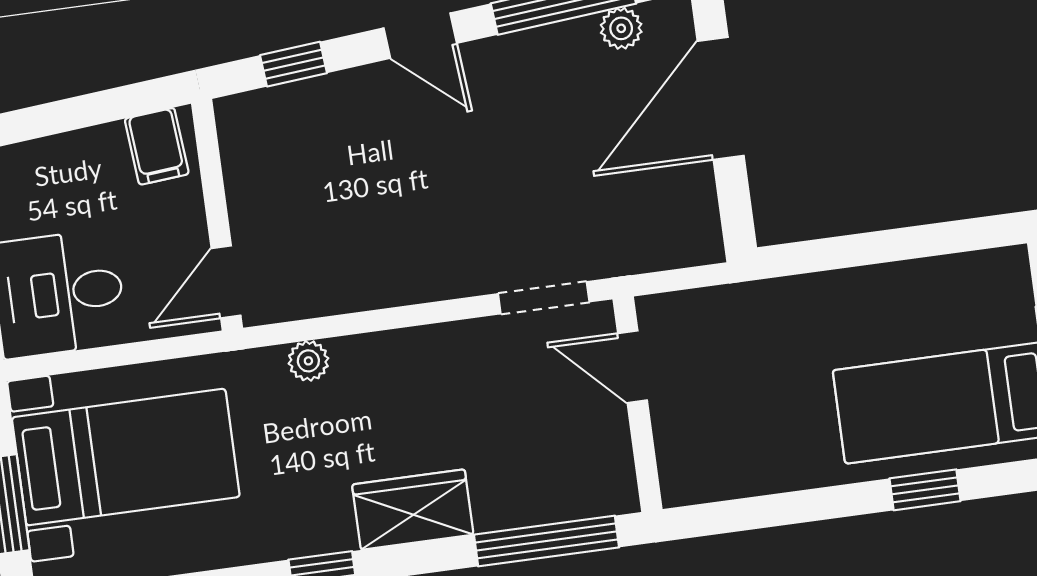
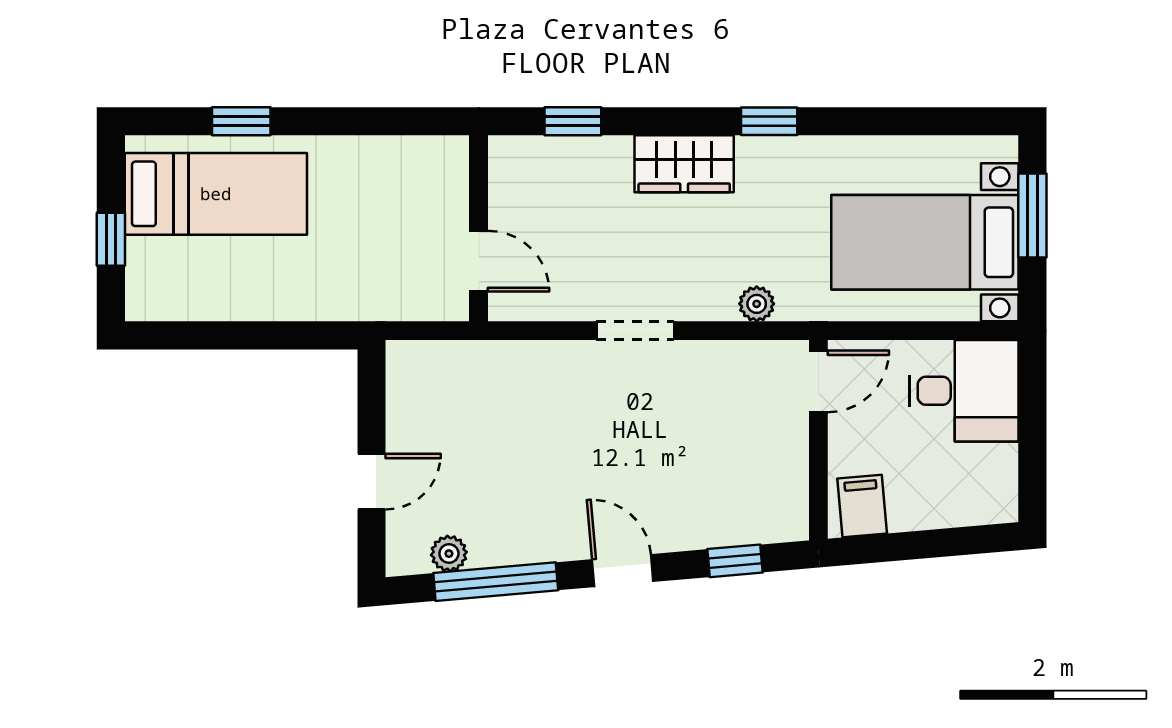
door: (721, 98) -> (371, 482), width x0.53
doorway: (544, 298) -> (635, 331), moved
window: (546, 541) -> (573, 121), width x0.46

